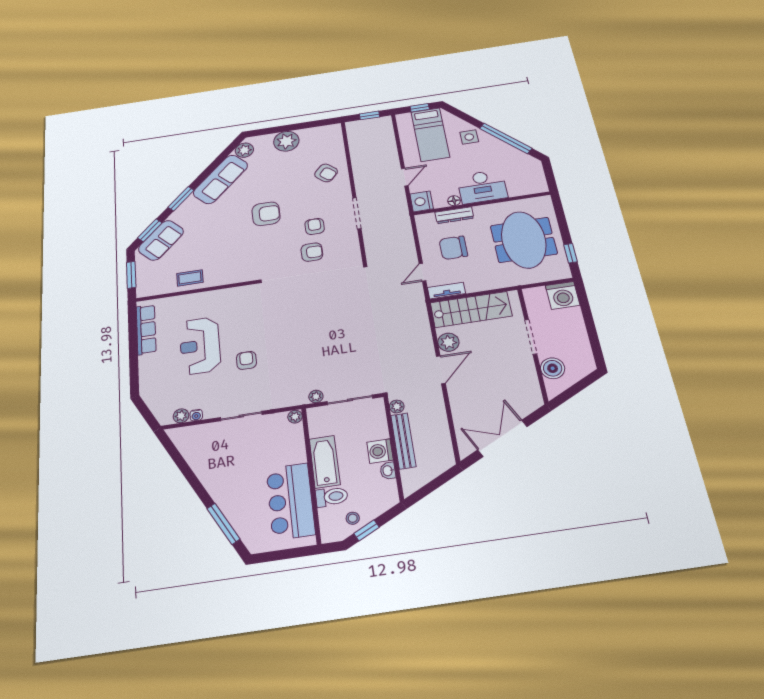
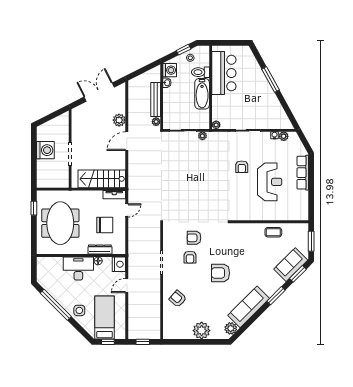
washing machine: (563, 295) -> (45, 150), moved, turned 90
row of seats: (146, 329) -> (303, 173), moved
plant: (448, 342) -> (119, 120), moved
boiler: (553, 368) -> (62, 131), removed
double door: (503, 438) -> (99, 92), swing flipped
washing machine: (380, 451) -> (170, 70), moved
window: (223, 524) -> (271, 79), moved

